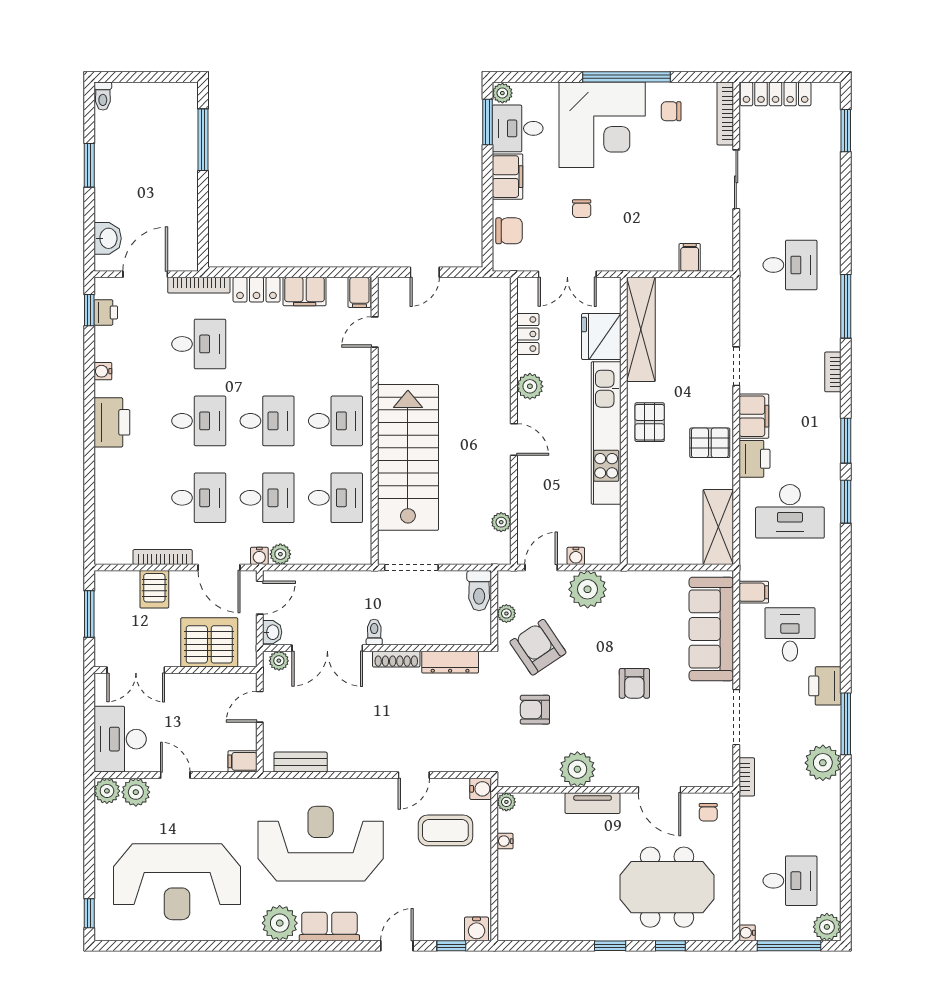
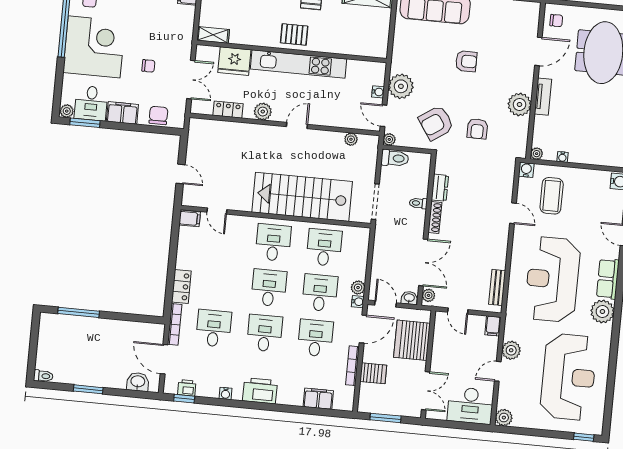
filing cabinet: (305, 291) -> (318, 399), moved, turned -90
shelving: (641, 329) -> (213, 35), width x0.45, depth x0.75
plant: (506, 613) -> (389, 139), moved
toilet: (374, 632) -> (418, 203), moved
dresser: (450, 662) -> (440, 188), width x0.70
plant: (136, 792) -> (511, 350), moved

